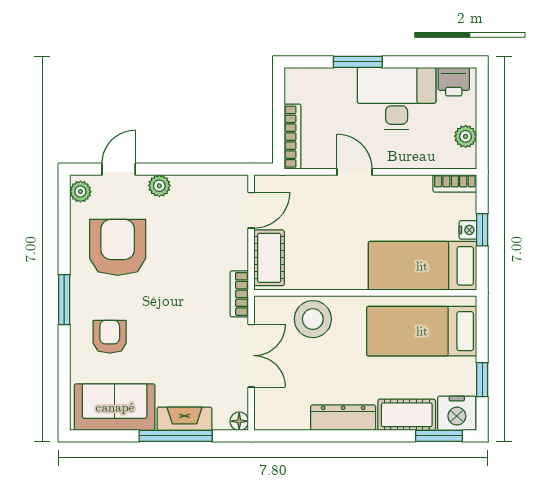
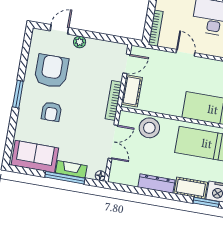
plant: (80, 192) -> (37, 38), removed
bookcase: (239, 294) -> (114, 101), width x1.56
armchair: (110, 337) -> (51, 112), moved, turned 180

